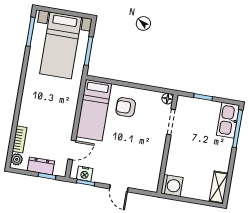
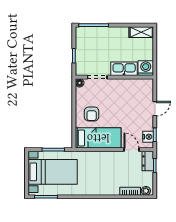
kitchen sink: (228, 120) -> (124, 69), moved, turned 180
dresser: (41, 166) -> (148, 161), moved

